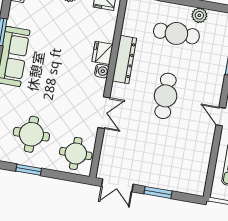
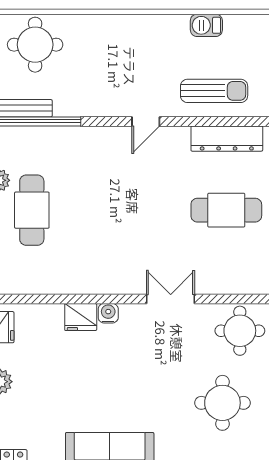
dresser: (125, 60) -> (227, 139), moved, turned 180
cafe table: (166, 96) -> (226, 210), moved

